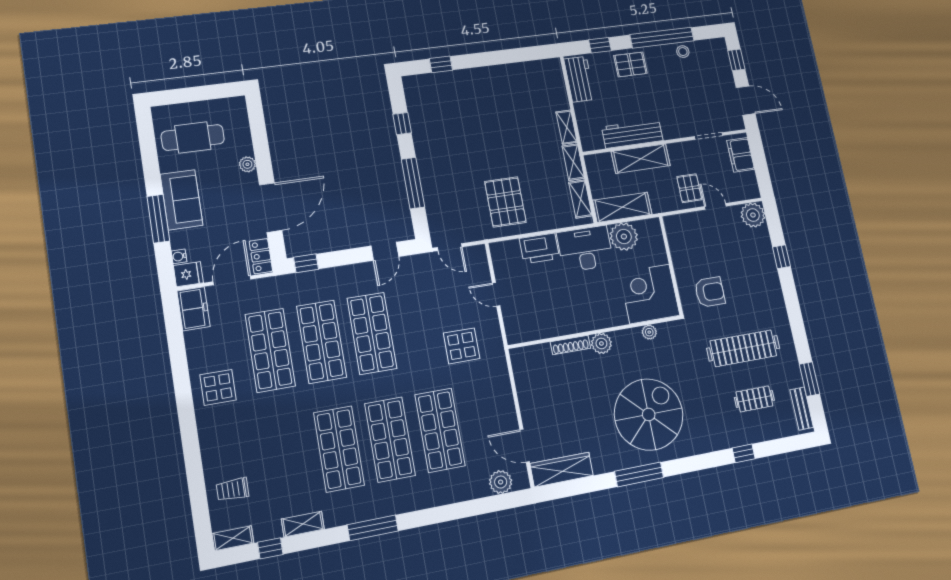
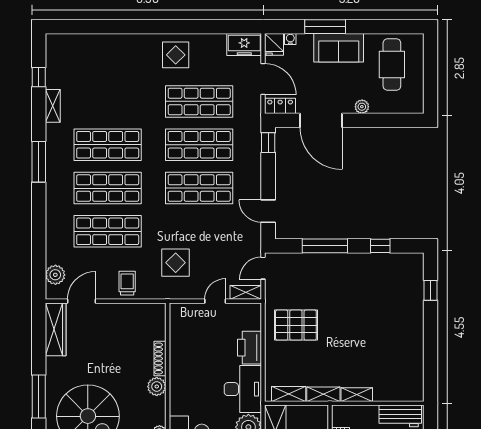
trolley: (233, 489) -> (127, 283), moved
shelving: (233, 538) -> (246, 292), moved, turned 90

